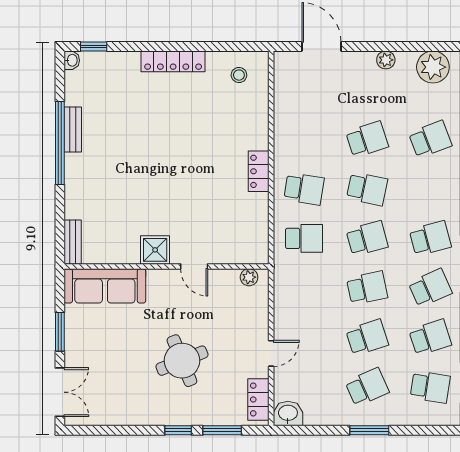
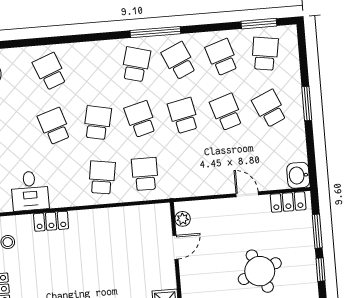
desk: (295, 105) -> (30, 191), added
locker: (259, 171) -> (51, 221), moved
school desk: (430, 238) -> (136, 64), turned 30
door: (194, 266) -> (175, 247), moved

